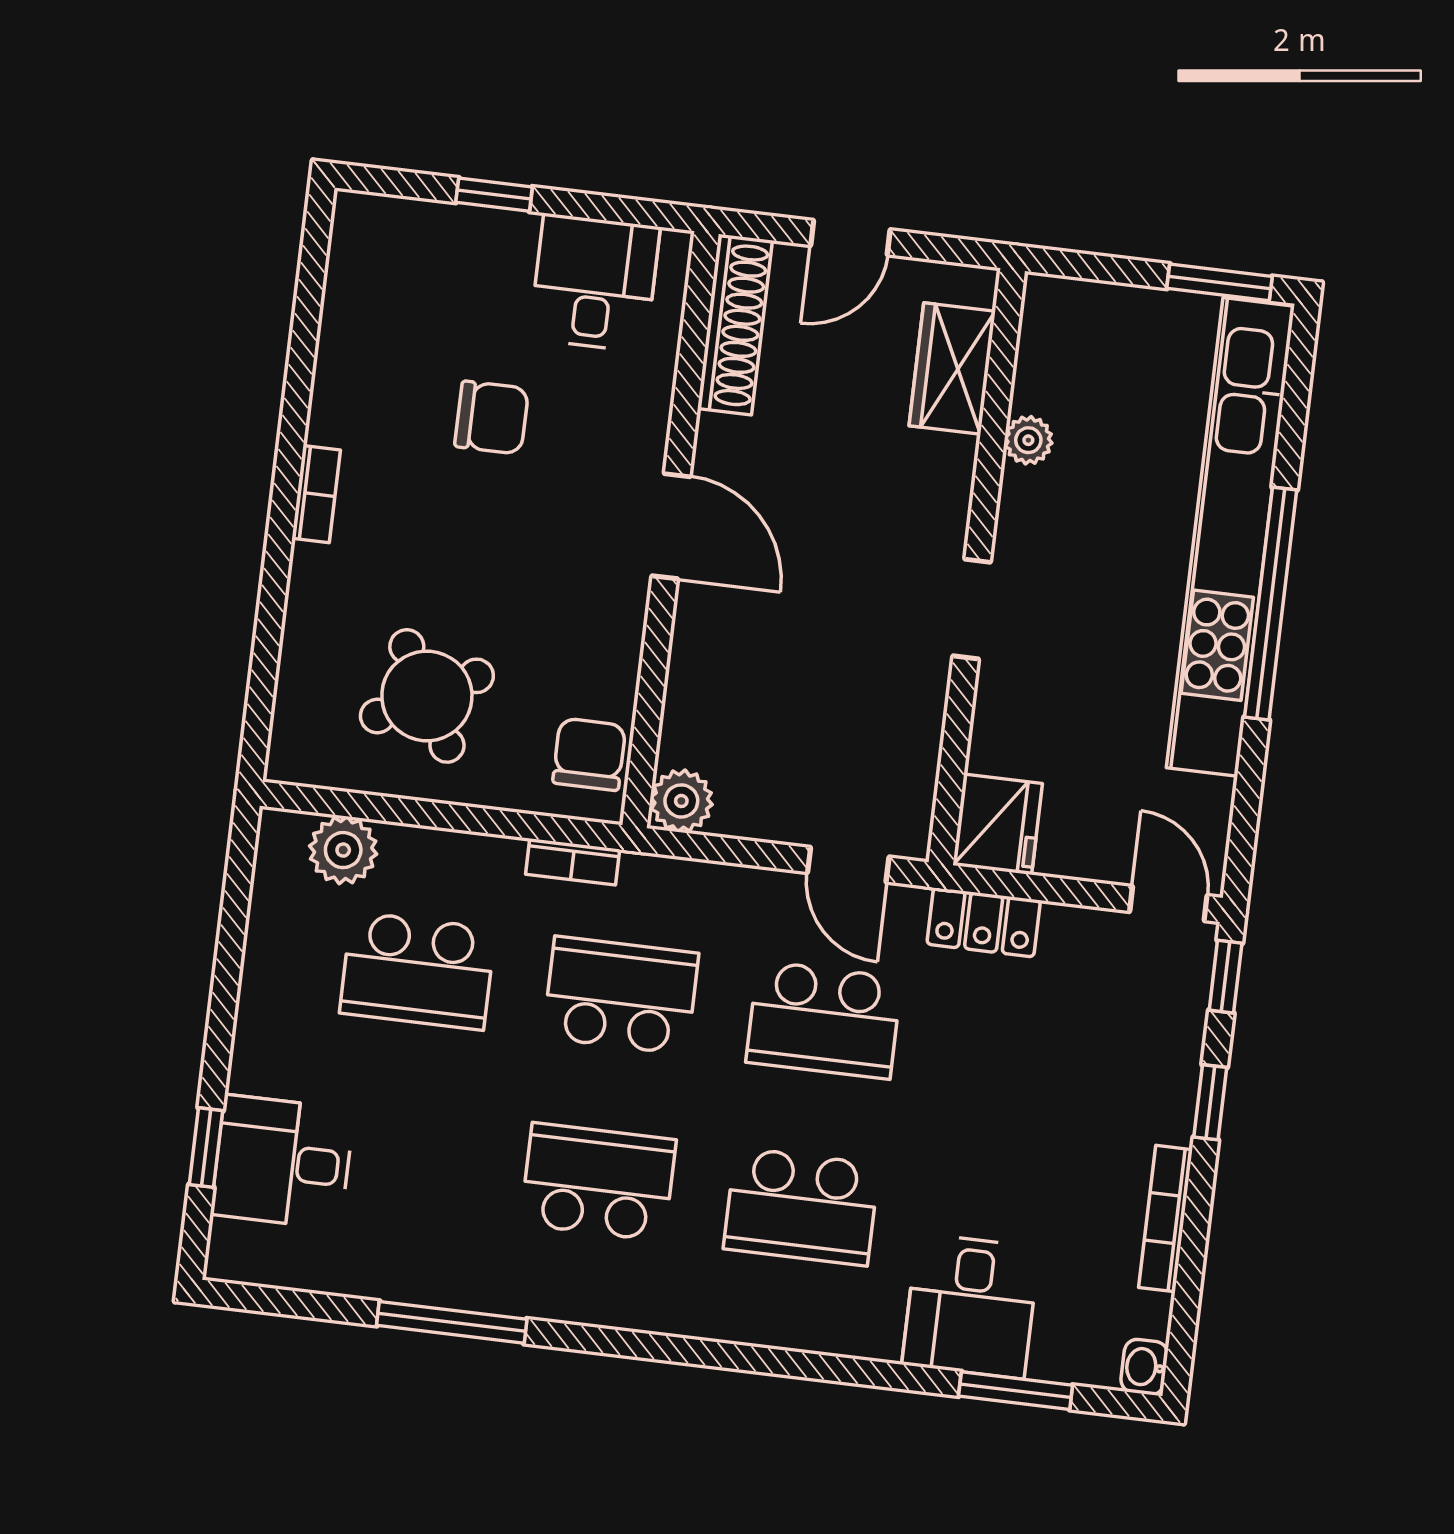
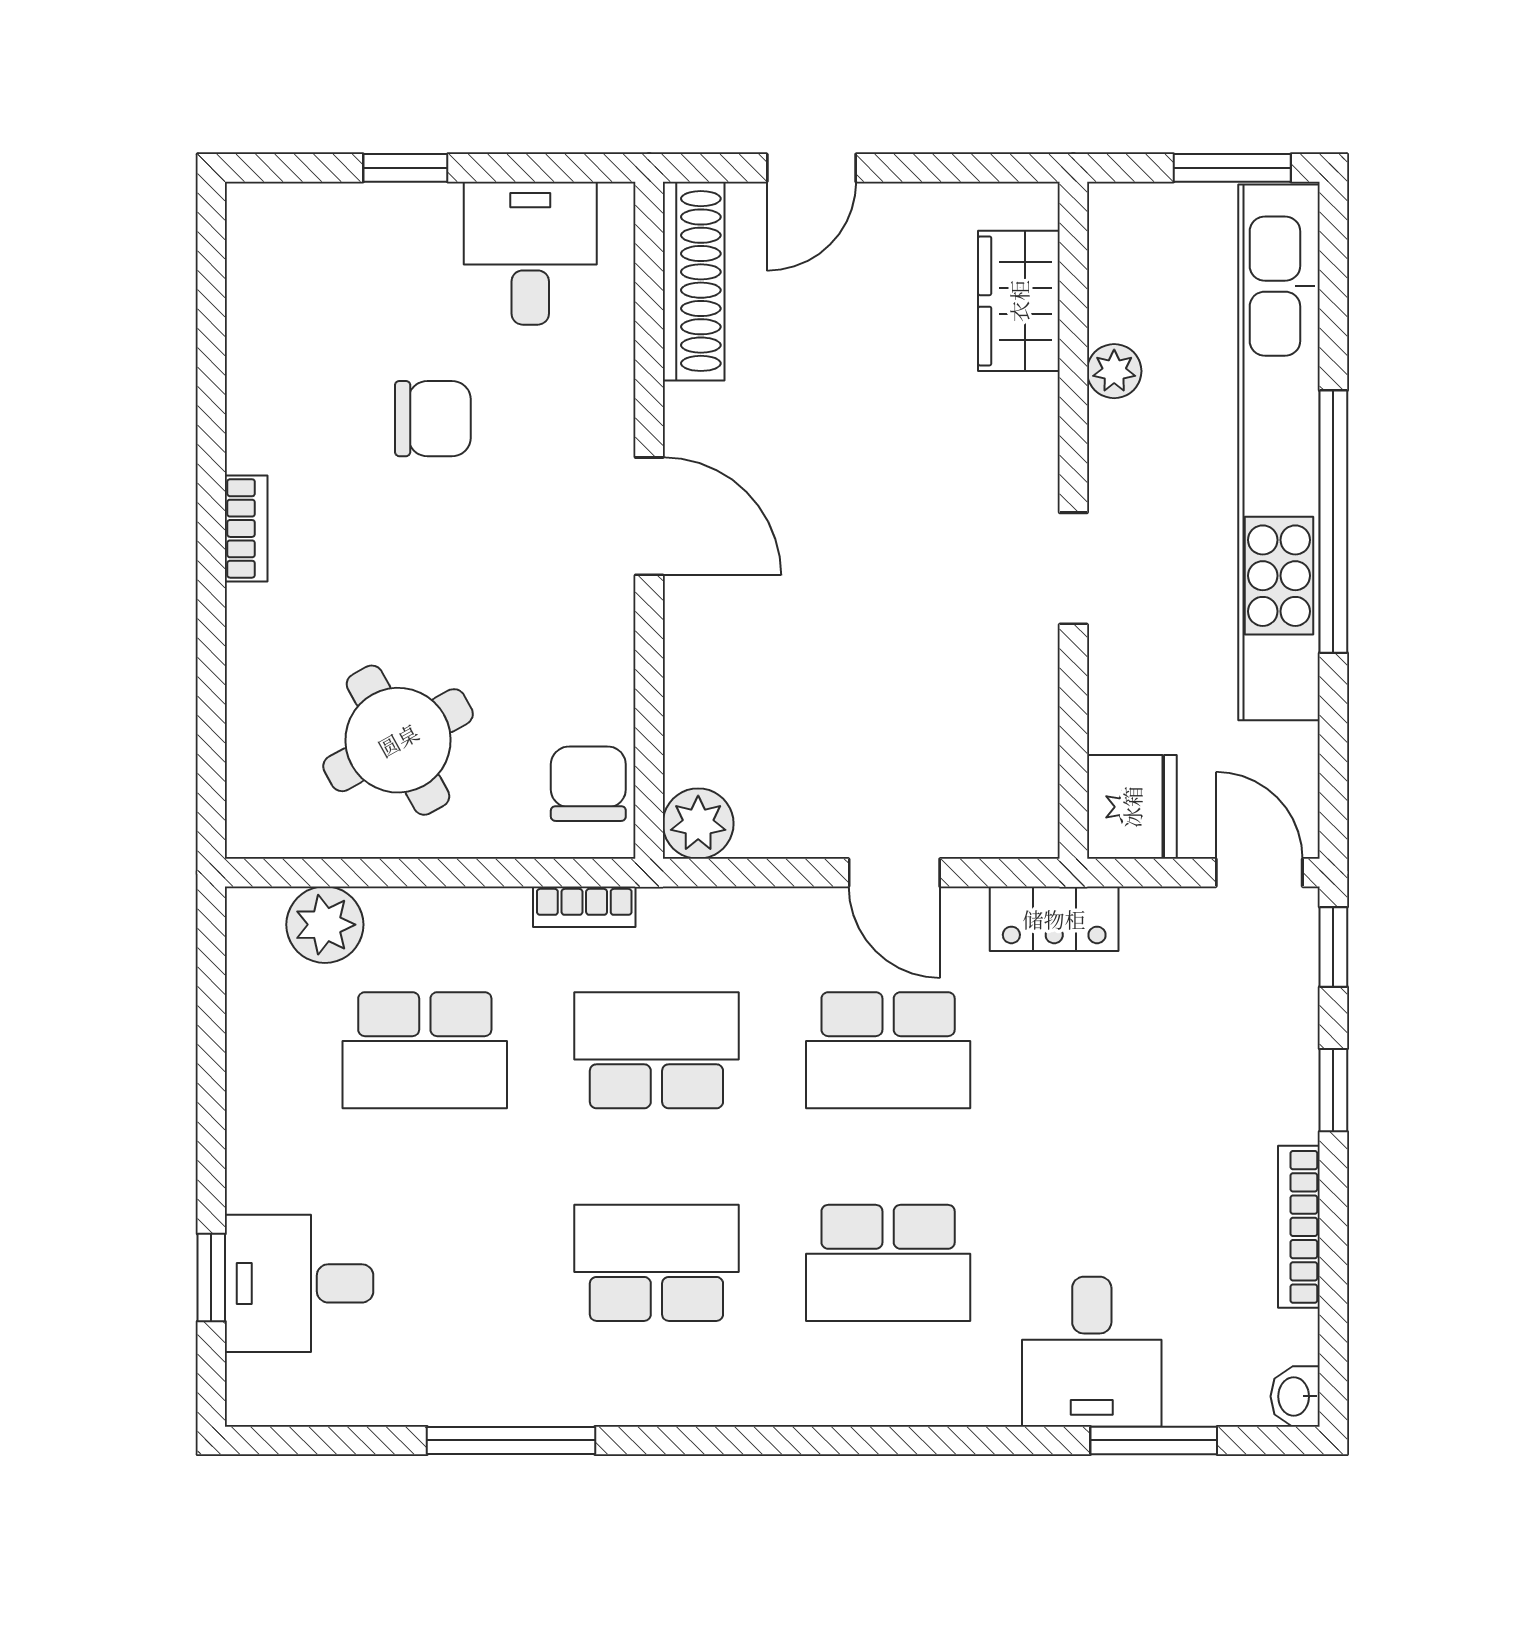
wardrobe: (952, 369) -> (1019, 301), moved
plant: (1028, 440) -> (1114, 371), moved
wall: (977, 567) -> (1073, 520), moved
doorway: (972, 609) -> (1073, 568), moved
fridge: (998, 824) -> (1132, 807), moved

